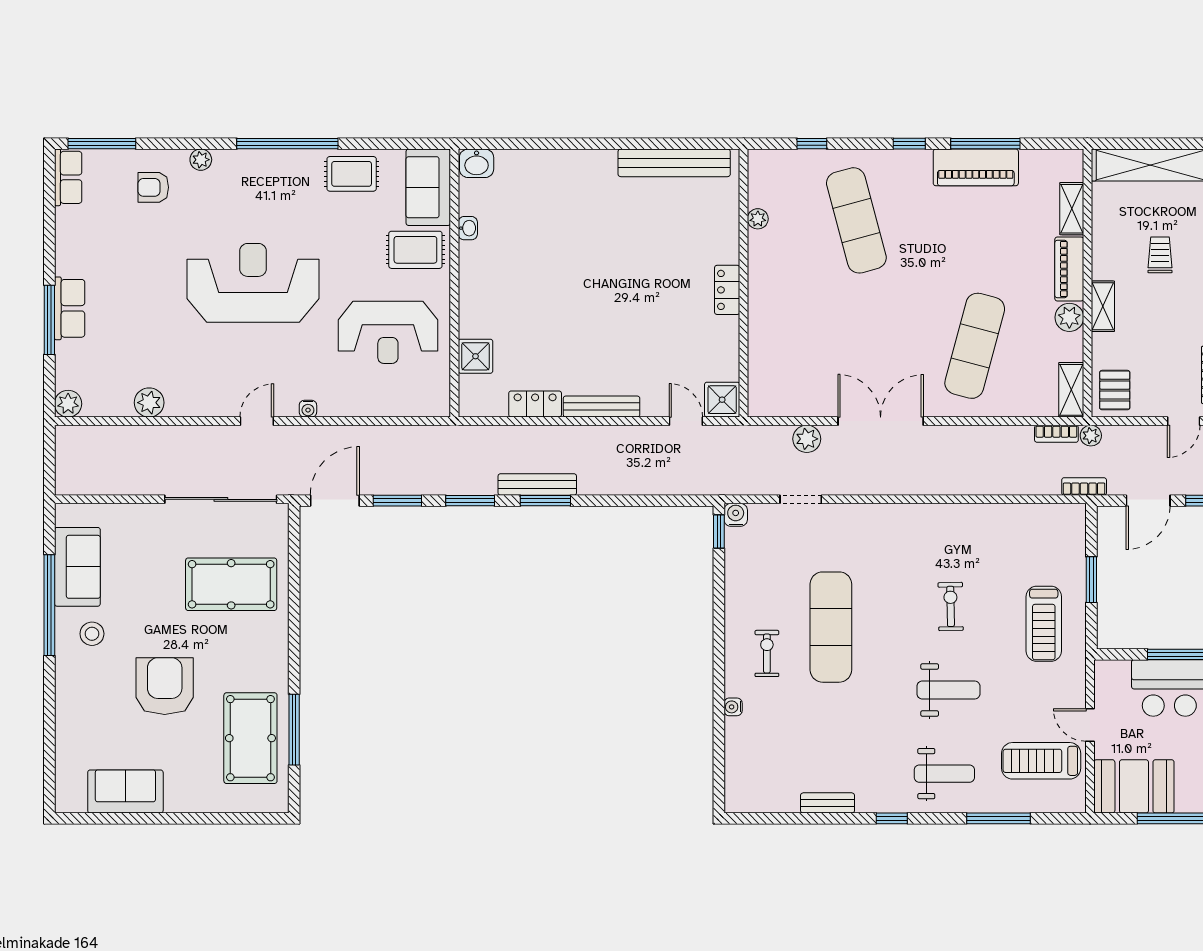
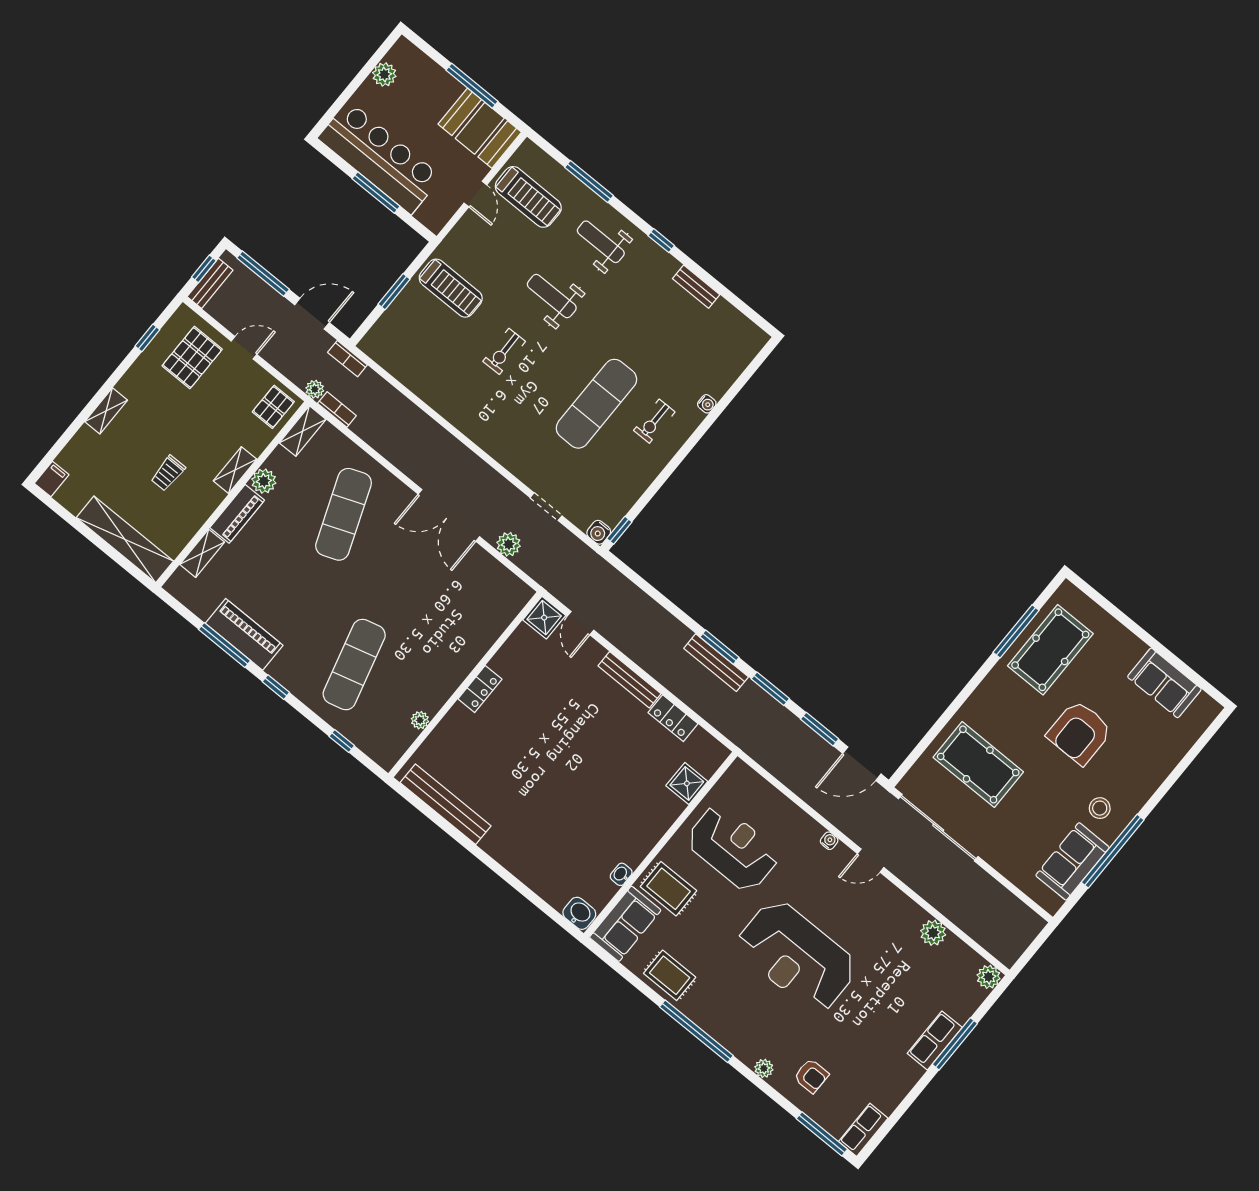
exercise mat: (975, 346) -> (344, 514), turned -36
treadmill: (1044, 624) -> (451, 288), turned 90

